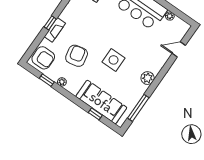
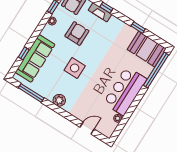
door: (179, 49) -> (87, 128), hinge flipped
armchair: (77, 56) -> (77, 33), turned -78

